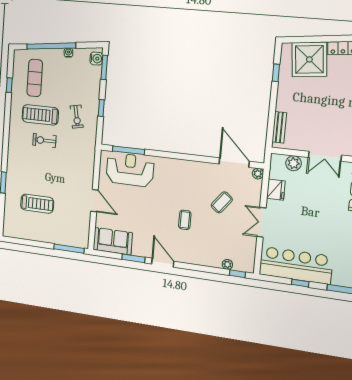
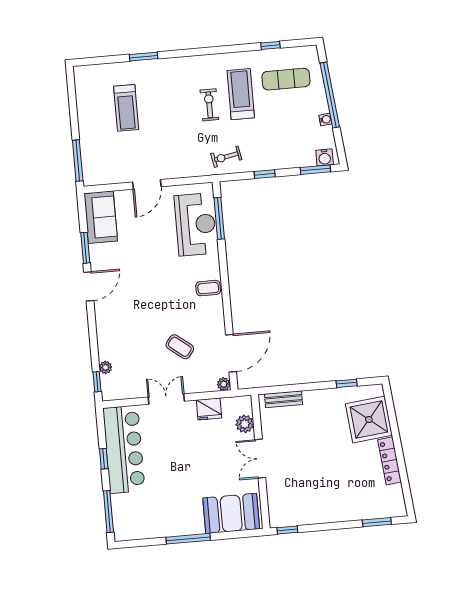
exercise bike: (77, 117) -> (226, 157), moved
coffee table: (185, 220) -> (208, 288), moved

